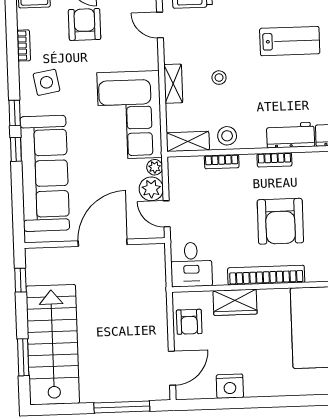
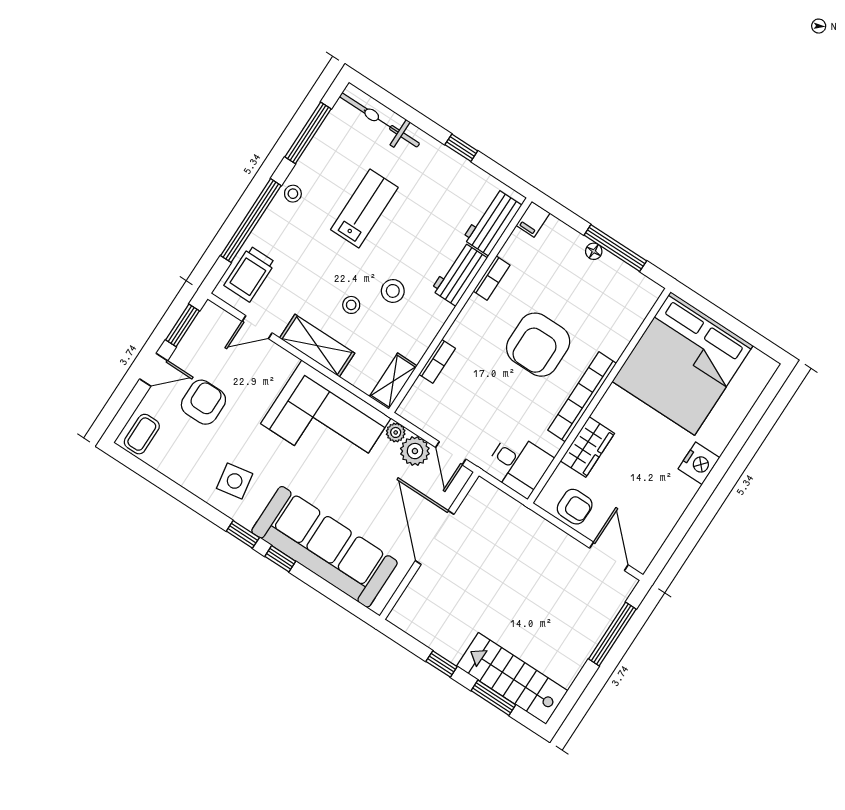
armchair: (85, 24) -> (203, 402), turned 90
bookcase: (24, 45) -> (182, 478), removed
shelving: (173, 84) -> (317, 346), width x1.50, depth x1.33
stool: (227, 136) -> (393, 291), moved
bookcase: (274, 160) -> (492, 278), moved
door: (167, 214) -> (451, 453), hinge flipped
armchair: (280, 221) -> (538, 345), turned 90
window: (20, 280) -> (442, 664), moved
stairs: (53, 345) -> (512, 678), width x0.73, depth x0.66
nightstand: (230, 386) -> (699, 463), moved

